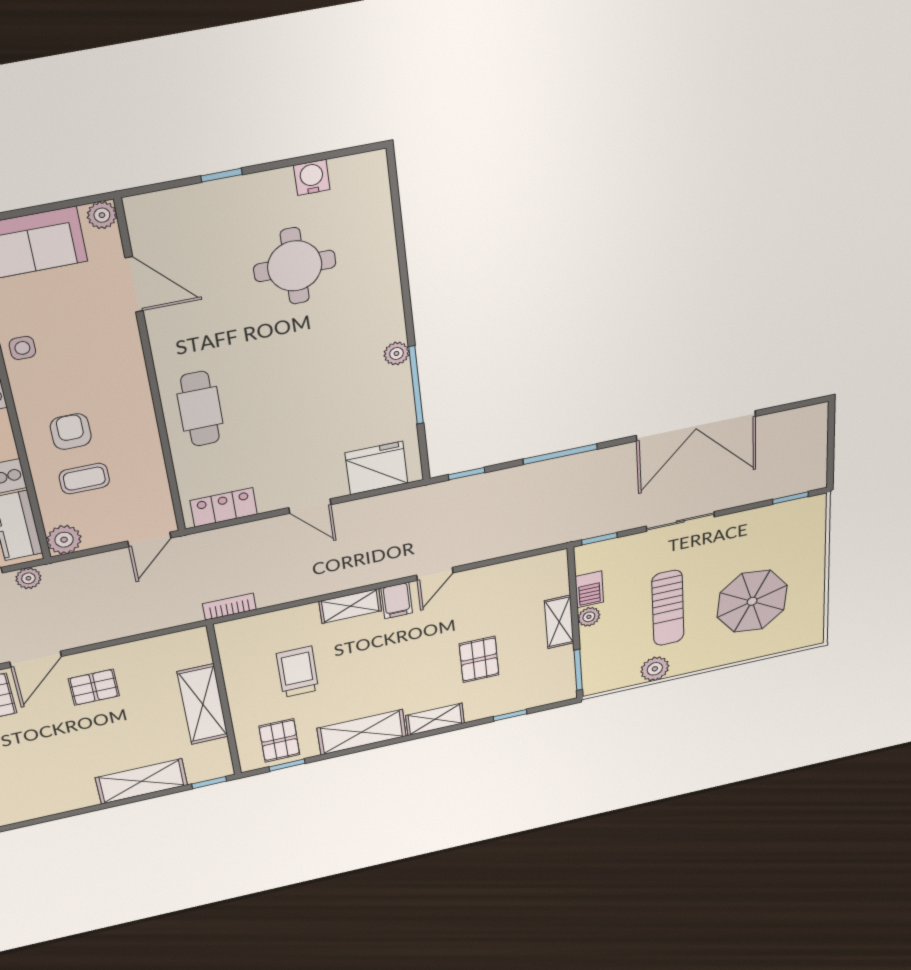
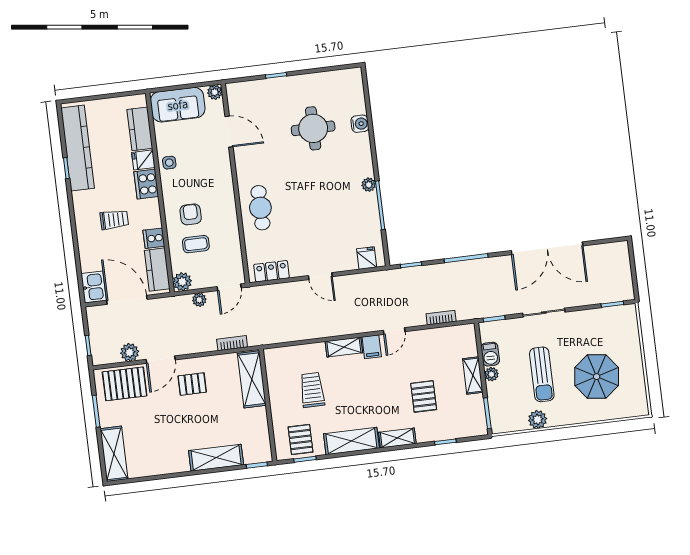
water cooler: (312, 177) -> (360, 124), moved, turned 90
fridge: (377, 468) -> (367, 258), width x0.53, depth x0.75
bookcase: (513, 546) -> (441, 318), added
plant: (28, 578) -> (199, 300), moved
bookcase: (229, 607) -> (232, 343), moved
shelving: (203, 704) -> (252, 379), moved

